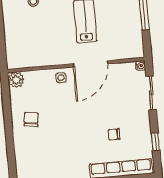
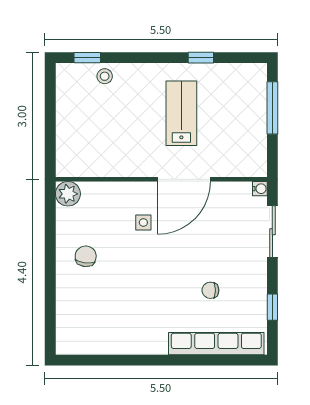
side table: (61, 78) -> (143, 222), moved

